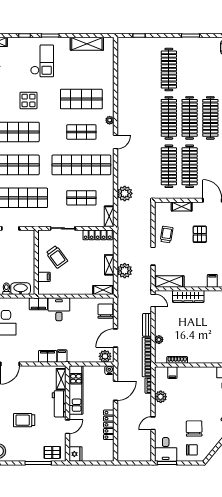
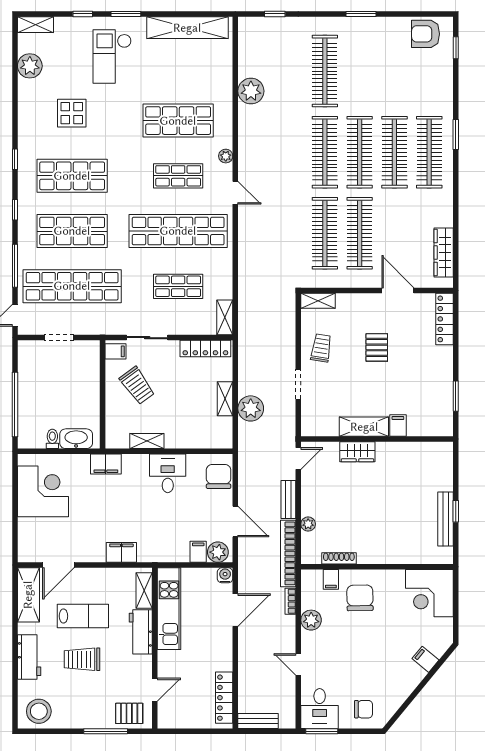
shelving: (87, 44) -> (187, 28), width x1.47
checkout: (42, 61) -> (112, 57), turned 180
display table: (28, 100) -> (72, 113), moved
door: (115, 142) -> (235, 193), hinge flipped
plant: (125, 193) -> (251, 91), moved
shelving: (182, 206) -> (318, 301), moved
filing cabinet: (44, 277) -> (115, 351), moved
shelving: (169, 281) -> (364, 427), moved
shelving: (103, 290) -> (147, 441), moved
wardrobe: (188, 296) -> (357, 452), width x0.67
door: (153, 300) -> (298, 459), hinge flipped
desk: (59, 309) -> (168, 473), moved
door: (115, 338) -> (235, 522), swing flipped
filing cabinet: (62, 356) -> (198, 552), moved
lab bench: (25, 394) -> (83, 616), added
door: (153, 423) -> (298, 664), hinge flipped
locker: (109, 425) -> (224, 698), moved
door: (67, 427) -> (155, 690), moved
chair: (194, 429) -> (360, 598), moved
fridge: (75, 454) -> (168, 716), removed
bench: (129, 457) -> (258, 721), added

